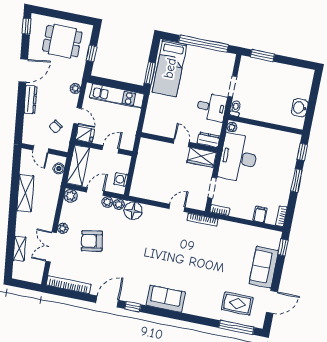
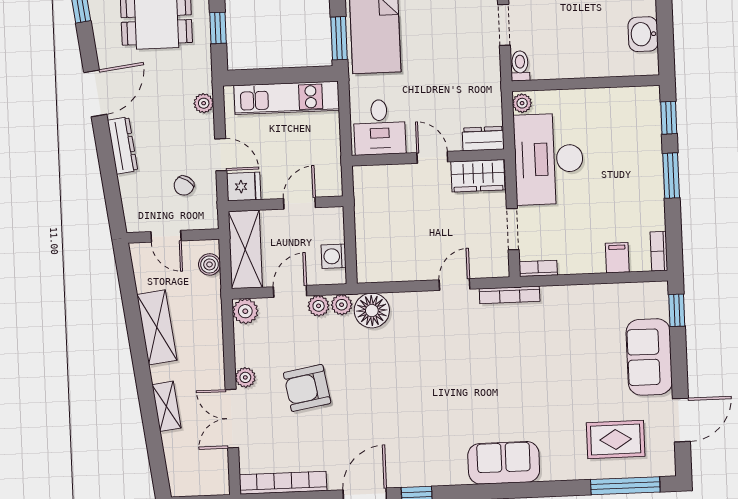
desk: (212, 107) -> (380, 127), moved, turned 90
shelving: (19, 249) -> (167, 406), moved
sofa: (166, 299) -> (504, 463), moved

